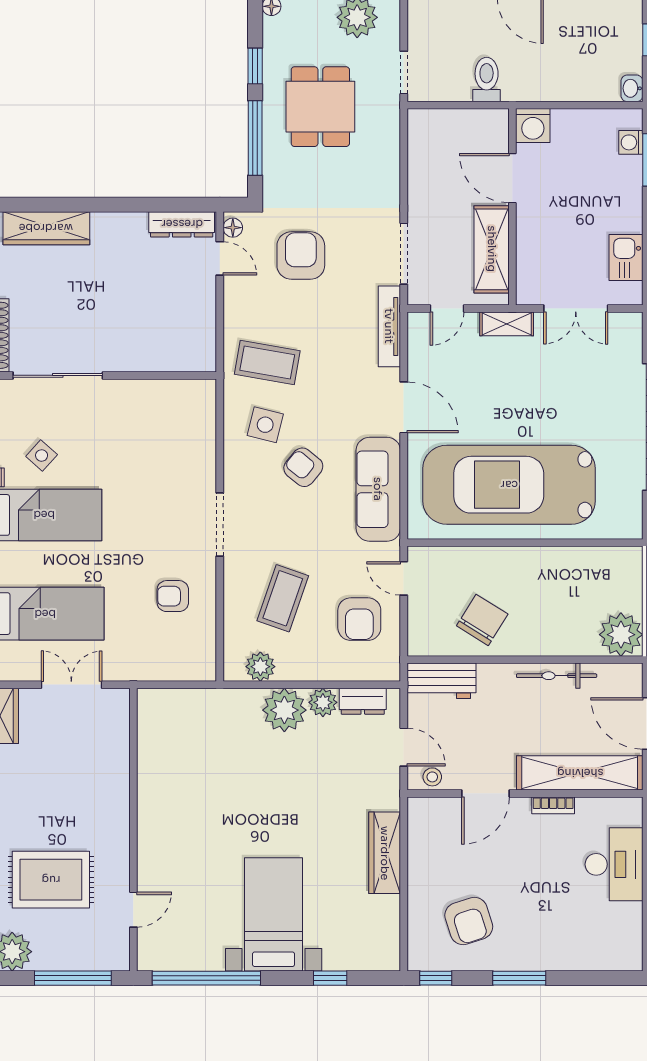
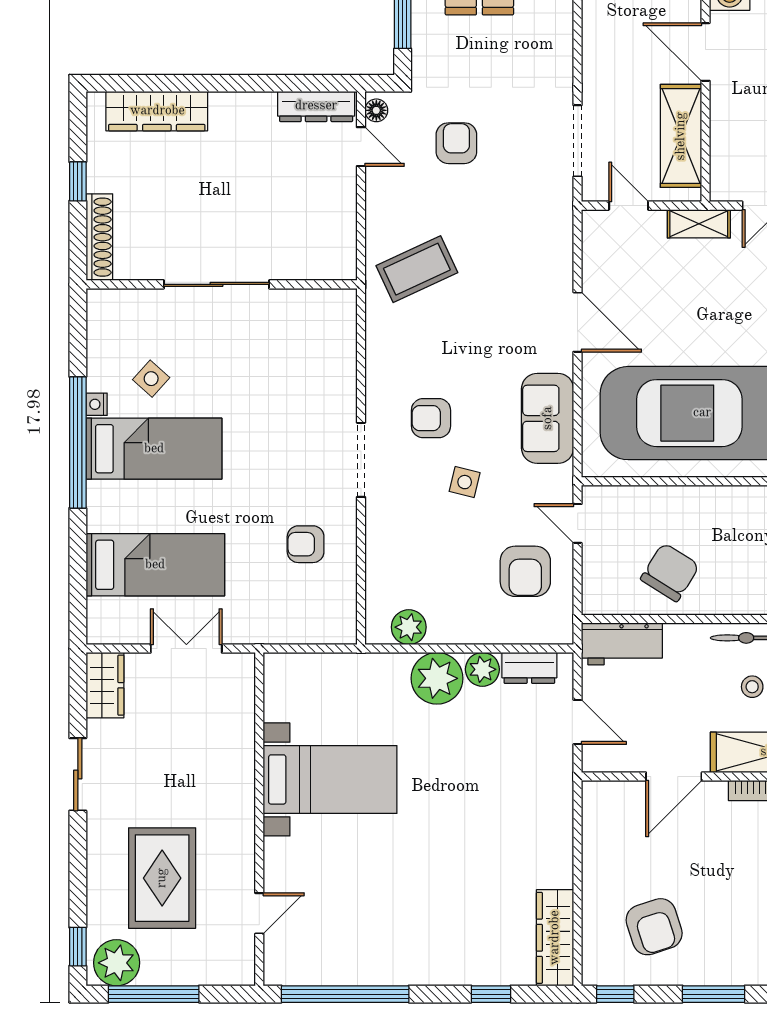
armchair: (301, 256) -> (456, 143), width x0.72, depth x0.72
door: (447, 309) -> (629, 206), swing flipped
tv unit: (389, 326) -> (561, 227), removed
coffee table: (267, 362) -> (417, 269), turned -35
sliding door: (58, 375) -> (217, 284), moved
side table: (265, 425) -> (465, 482), moved, width x0.73, depth x0.73
armchair: (303, 467) -> (431, 418), moved, turned -39
sofa: (378, 489) -> (548, 418), width x0.73
coffee table: (283, 598) -> (435, 547), removed
stool: (432, 777) -> (752, 687), moved
wardrobe: (385, 853) -> (555, 938), moved
rug: (51, 880) -> (162, 878), turned 90
bed with nightstands: (274, 914) -> (330, 779), moved, turned 90
window: (73, 978) -> (154, 994), moved

